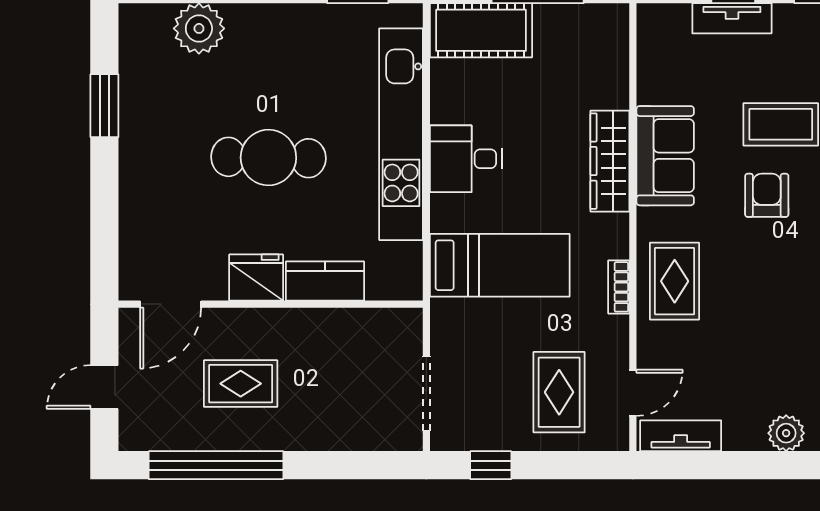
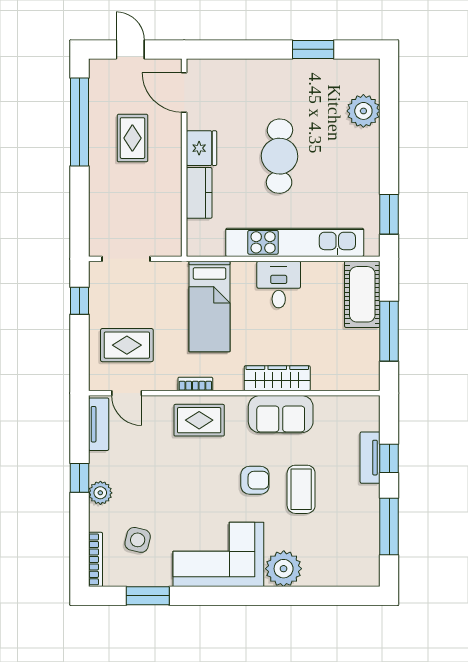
window: (763, 465) -> (79, 478), added

